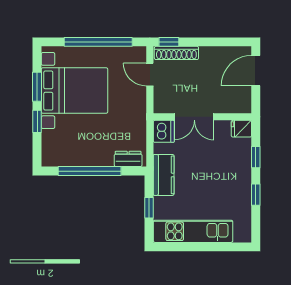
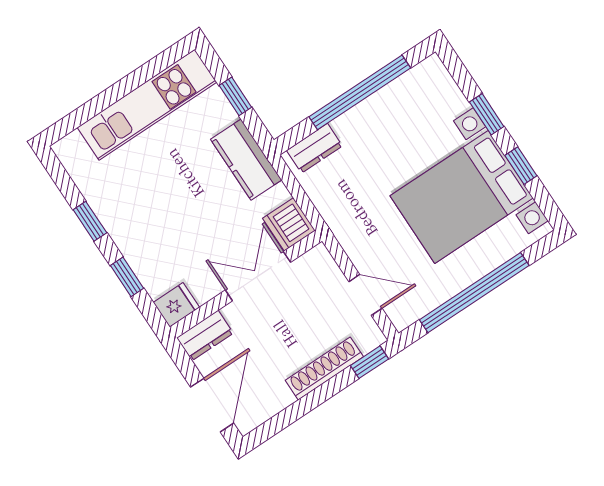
shoe rack: (176, 53) -> (324, 368), moved
window: (37, 87) -> (521, 166), width x0.67
dresser: (237, 105) -> (205, 335), added

